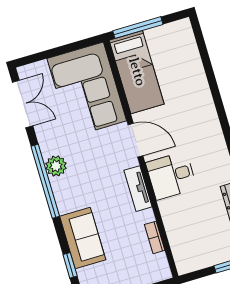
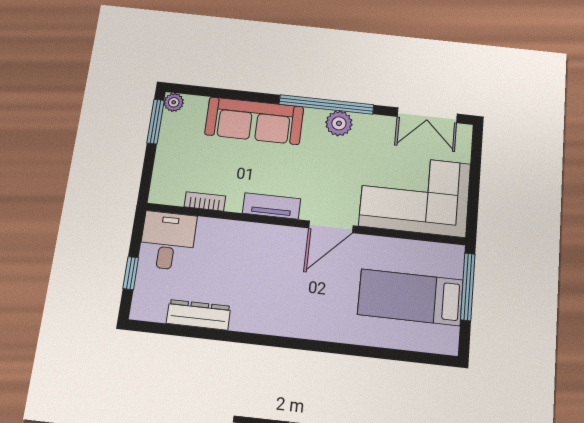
bed: (137, 72) -> (410, 297), moved
desk: (171, 176) -> (168, 241), moved
sofa: (83, 238) -> (254, 121), width x1.36
window: (70, 265) -> (217, 93), removed

